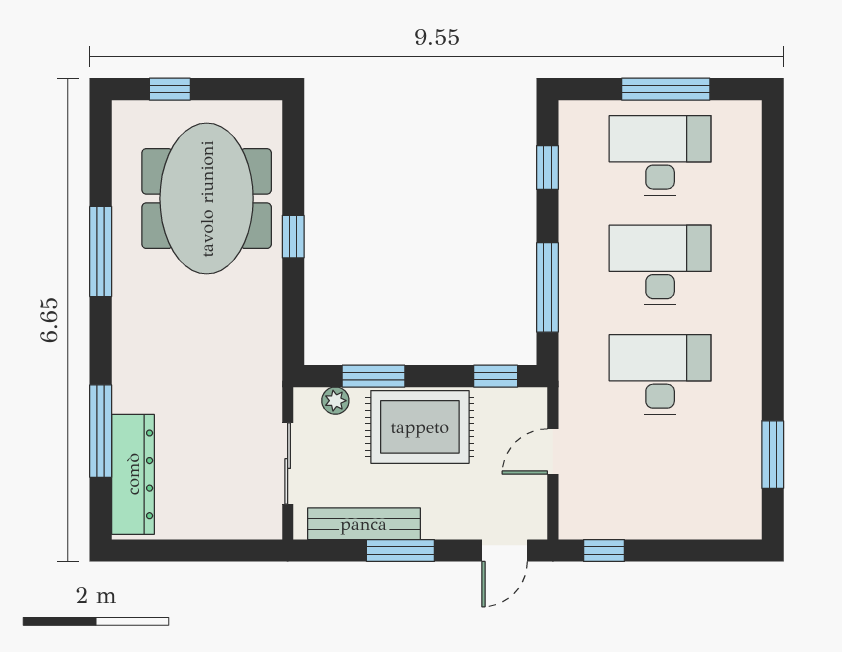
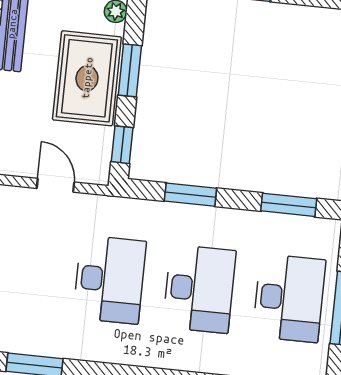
window: (547, 167) -> (289, 205), width x1.50
window: (547, 287) -> (190, 195), width x0.69
window: (373, 376) -> (130, 70), moved

